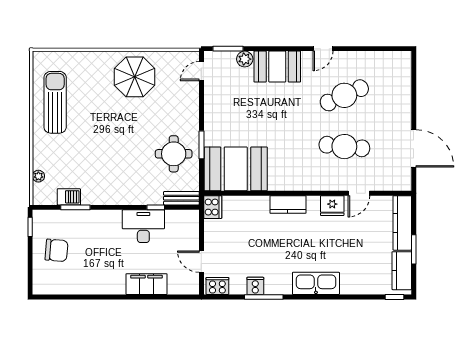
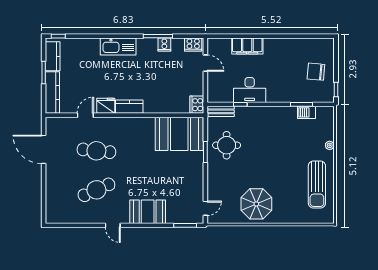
door: (323, 49) -> (113, 225), swing flipped
plant: (245, 59) -> (172, 218), removed
plant: (38, 176) -> (330, 145), moved
kitchen counter: (288, 205) -> (129, 107), moved

